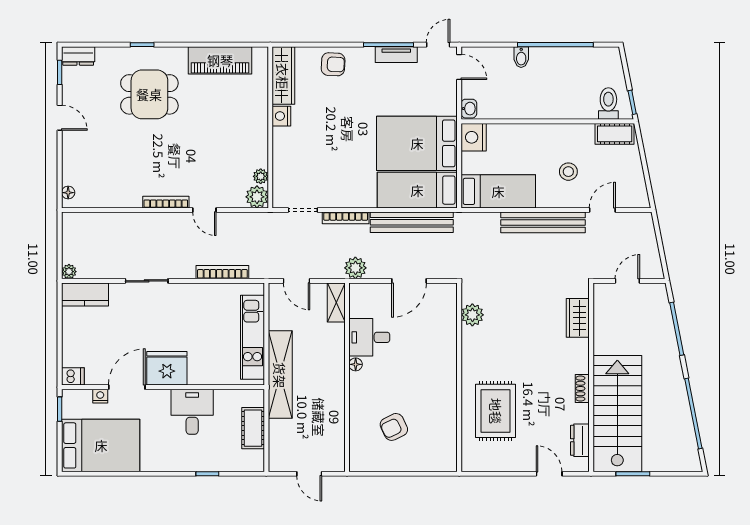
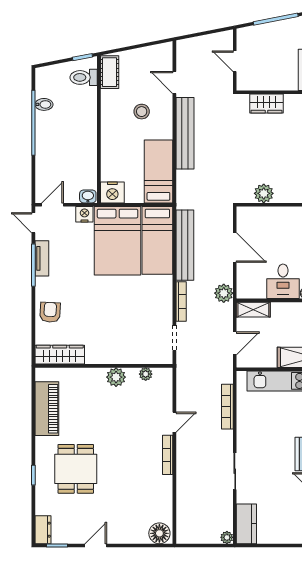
bidet: (521, 57) -> (44, 104), moved
nightstand: (281, 116) -> (84, 214), moved, turned 180
floor lamp: (68, 193) -> (159, 533), width x1.89, depth x1.89
plant: (257, 197) -> (116, 377), moved

